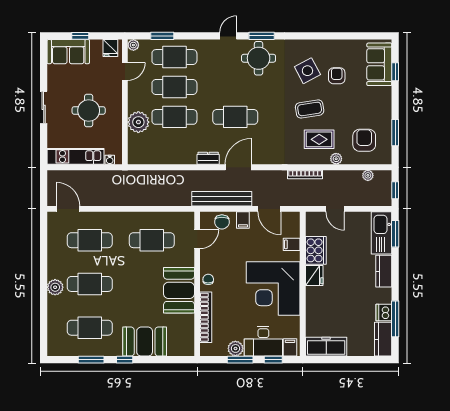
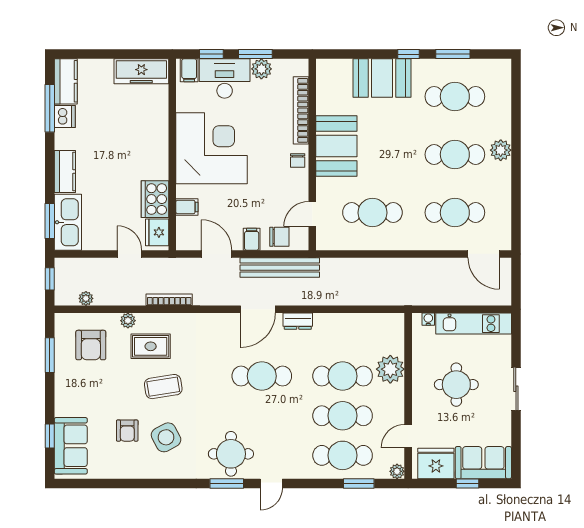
fridge: (110, 48) -> (436, 464), width x1.88, depth x1.34
chair: (222, 222) -> (279, 237), turned 90
fridge: (314, 275) -> (157, 232), moved

